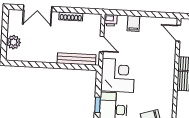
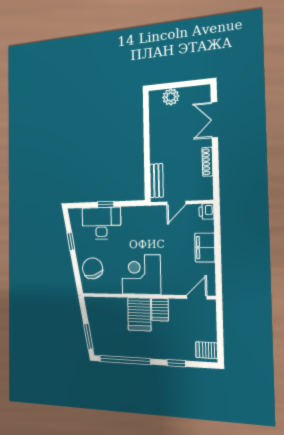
filing cabinet: (133, 24) -> (205, 247), width x2.00
bench: (77, 59) -> (156, 181), width x0.73
corner desk: (118, 75) -> (141, 274), moved, turned 180

